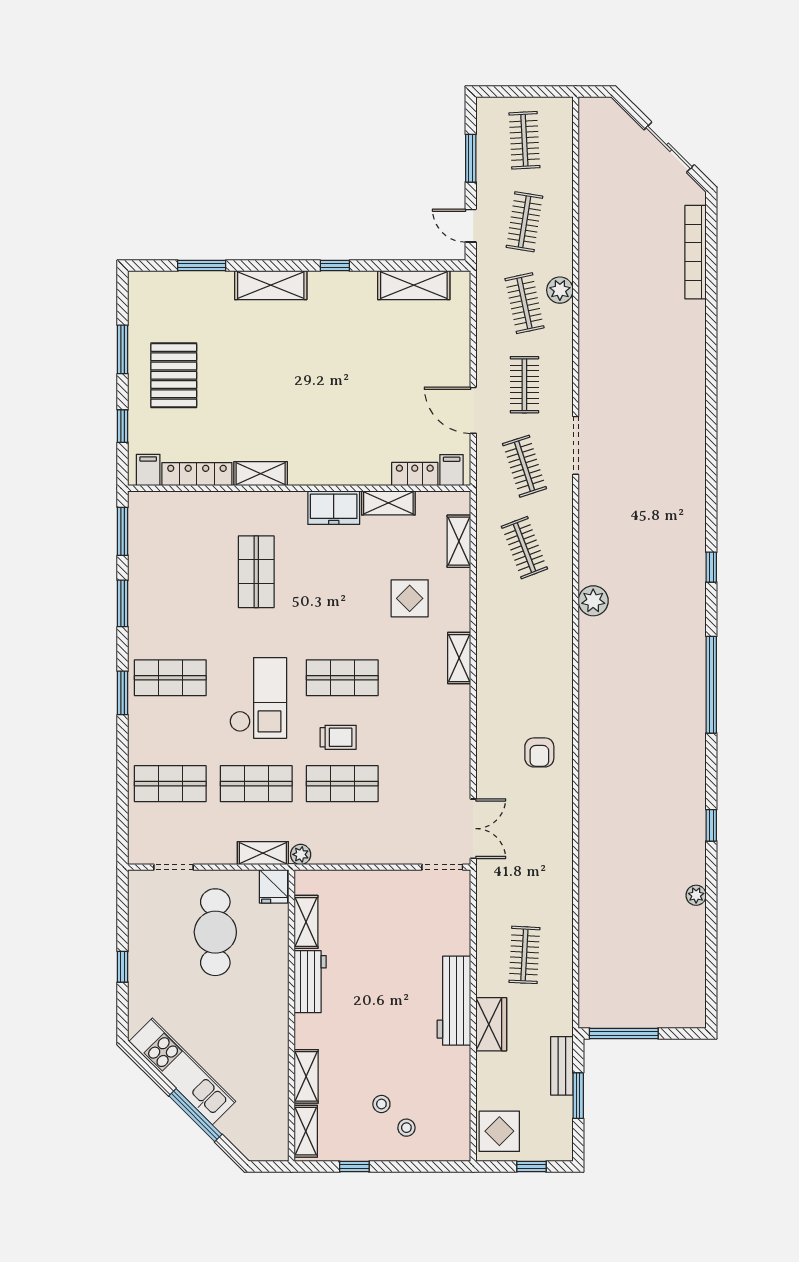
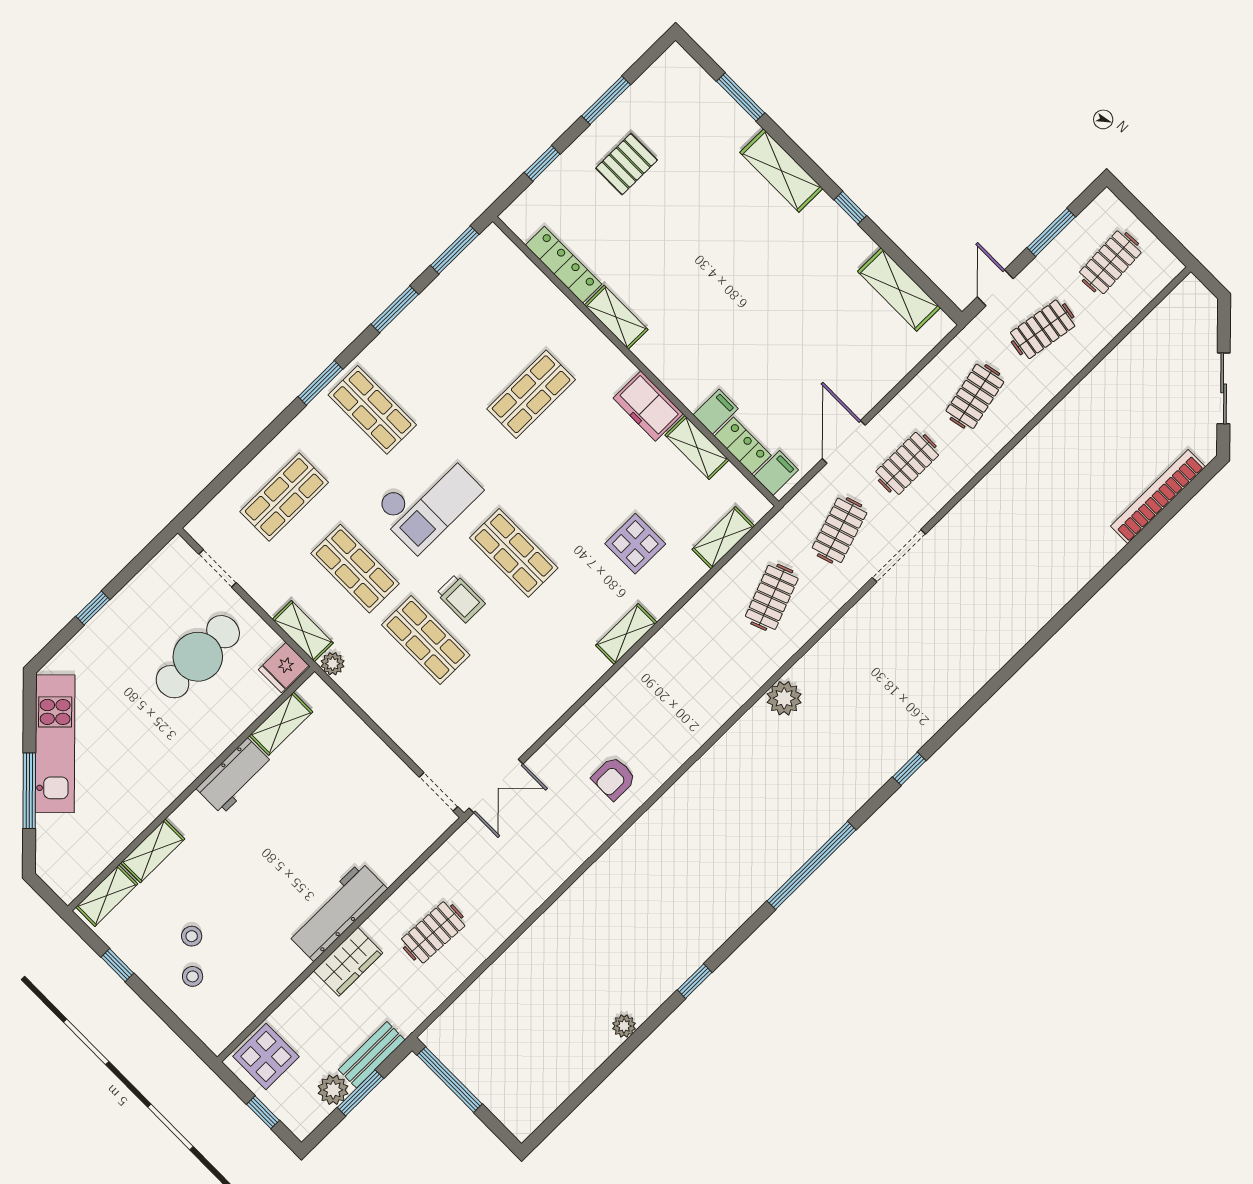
plant: (560, 290) -> (333, 1090), moved
pallet: (174, 375) -> (627, 164), width x0.67, depth x0.71
filing cabinet: (148, 470) -> (716, 412), moved
shop shelf: (170, 784) -> (284, 497), turned 90

